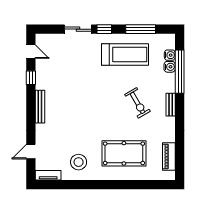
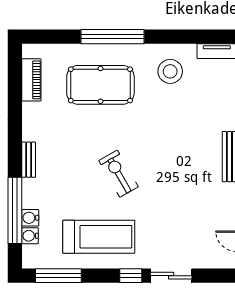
window: (141, 29) -> (58, 276), moved
treadmill: (125, 54) -> (99, 237), turned 180
exercise bike: (138, 103) -> (119, 174), moved
window: (116, 185) -> (112, 37), added

